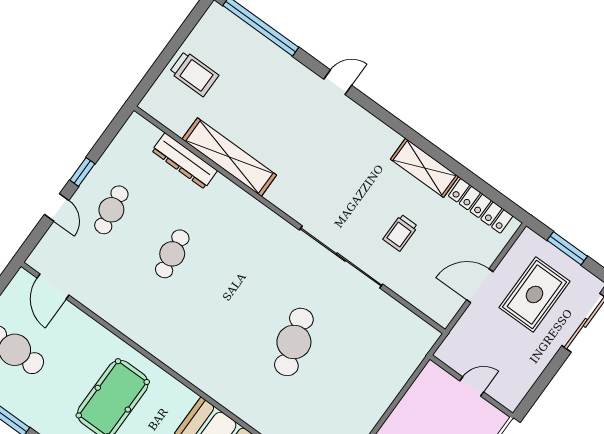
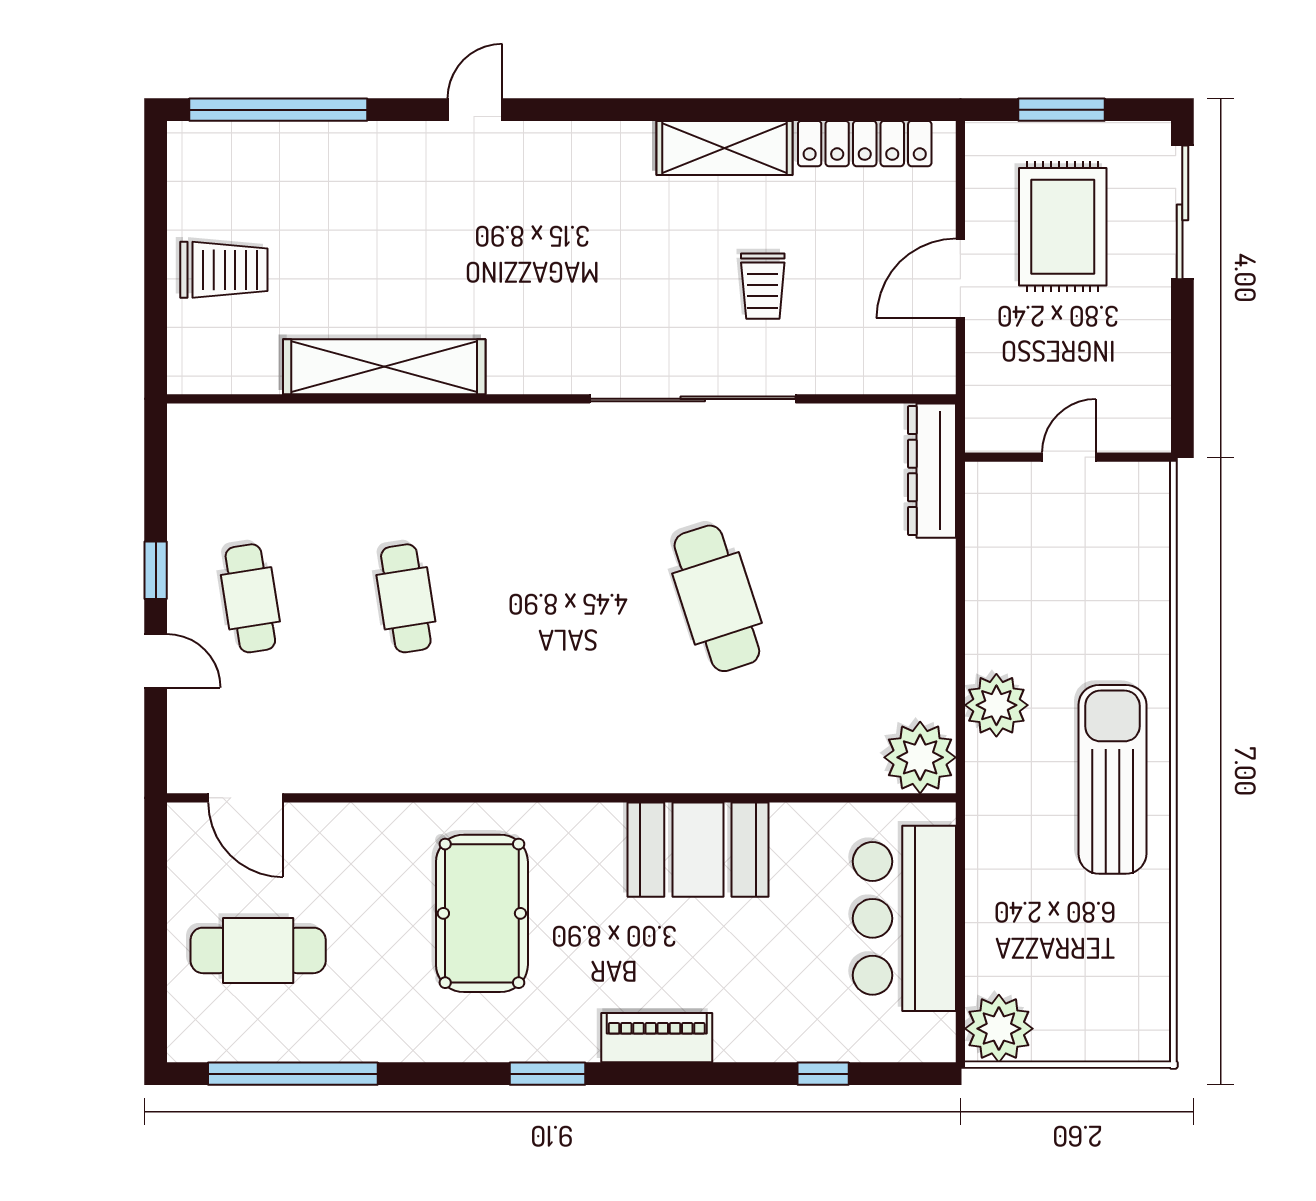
dresser: (185, 161) -> (932, 471), moved, turned 90

